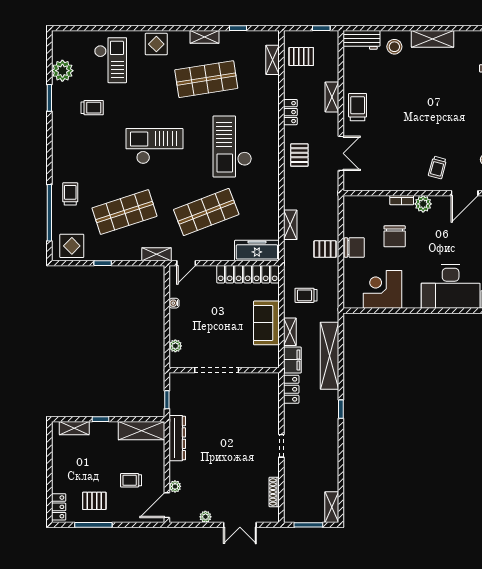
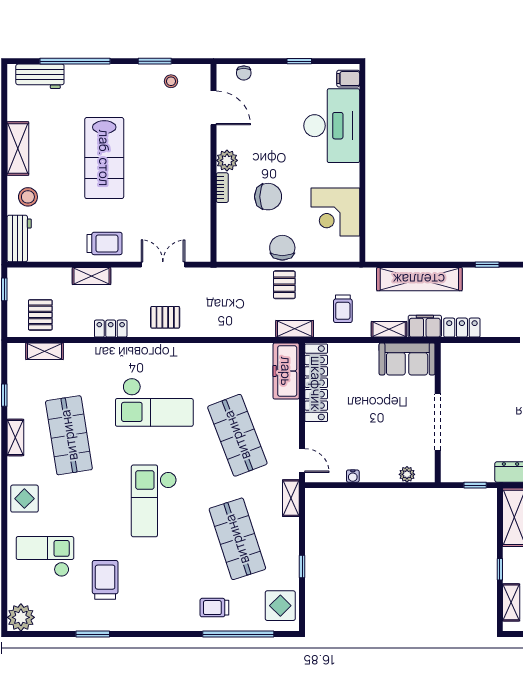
plant: (62, 71) -> (21, 617), moved
trolley: (358, 107) -> (104, 243), turned 180
lab bench: (425, 107) -> (104, 158), added
trolley: (92, 108) -> (105, 580), width x1.36, depth x1.39
trolley: (437, 167) -> (181, 142), removed
shelving: (290, 225) -> (295, 329), moved
sofa: (266, 323) -> (407, 359), moved

